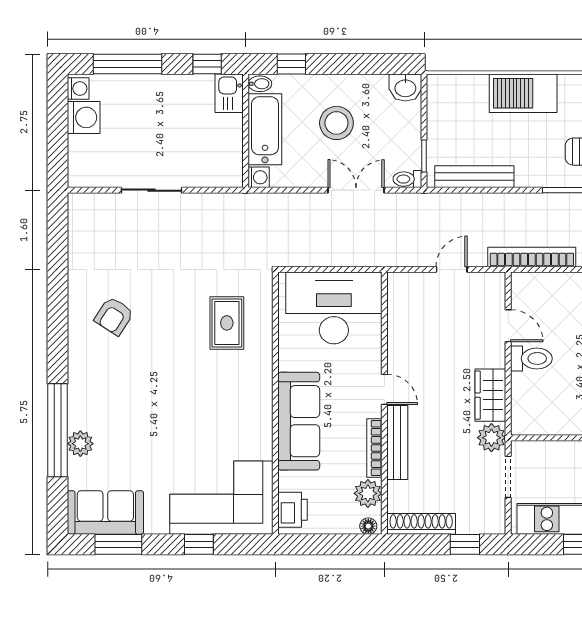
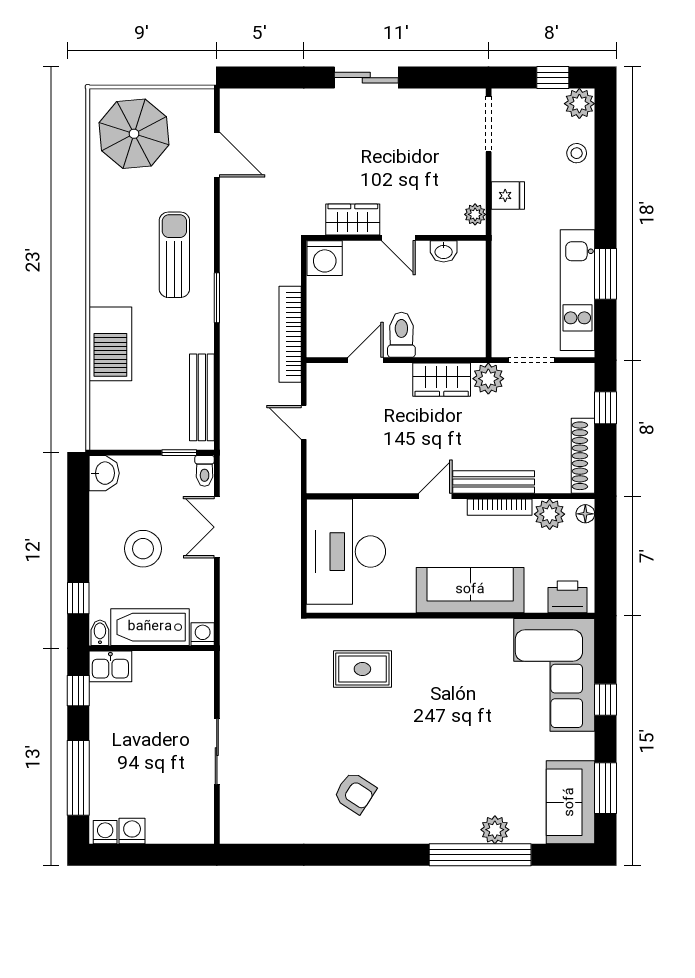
washing machine: (84, 117) -> (132, 831), width x0.73, depth x0.73

